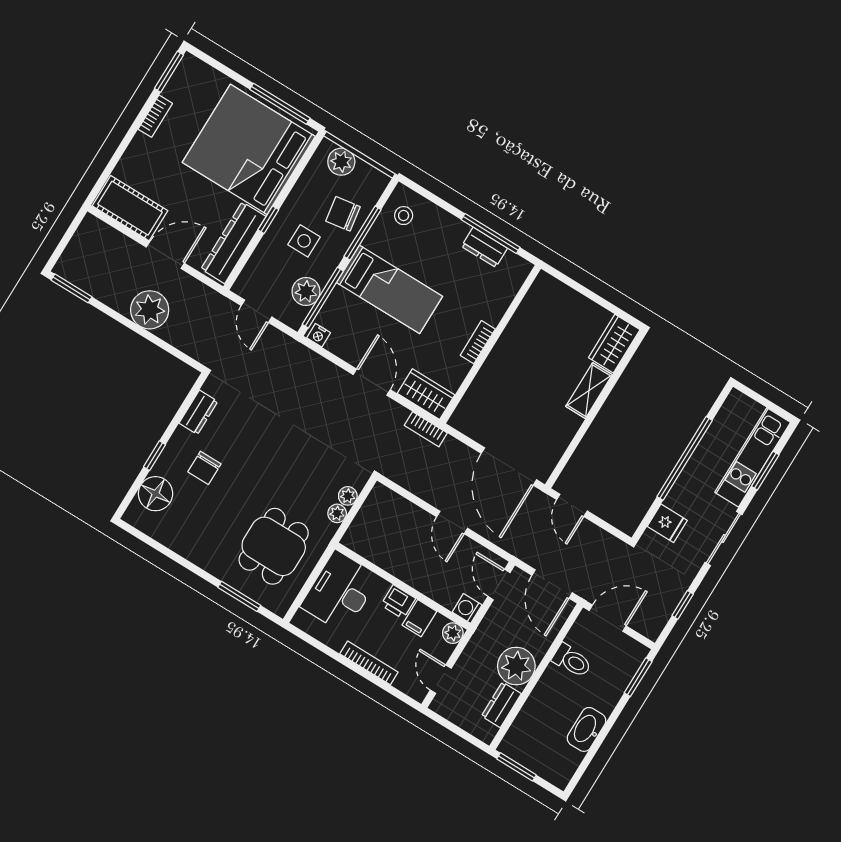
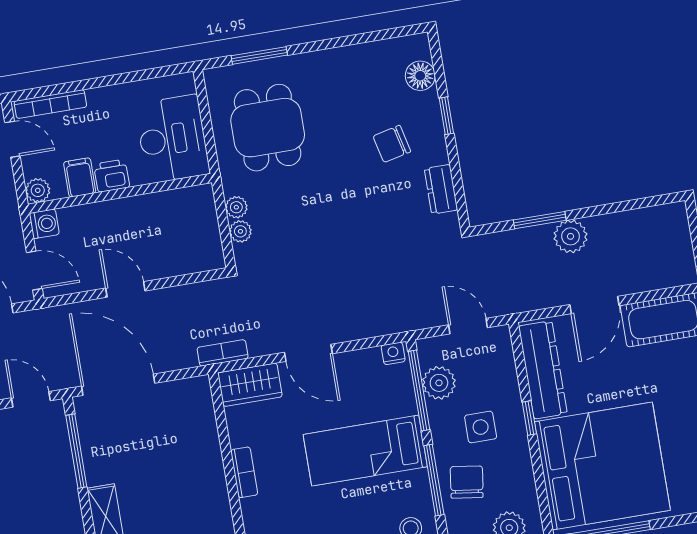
chair: (343, 214) -> (467, 482), turned -73
window: (71, 288) -> (540, 220), moved
plant: (150, 310) -> (571, 236), width x0.73, depth x0.73
window: (572, 448) -> (76, 451), added
chair: (204, 468) -> (392, 144), turned -103
floor lamp: (155, 494) -> (420, 76), width x0.73, depth x0.73
bookcase: (369, 663) -> (50, 104), moved

